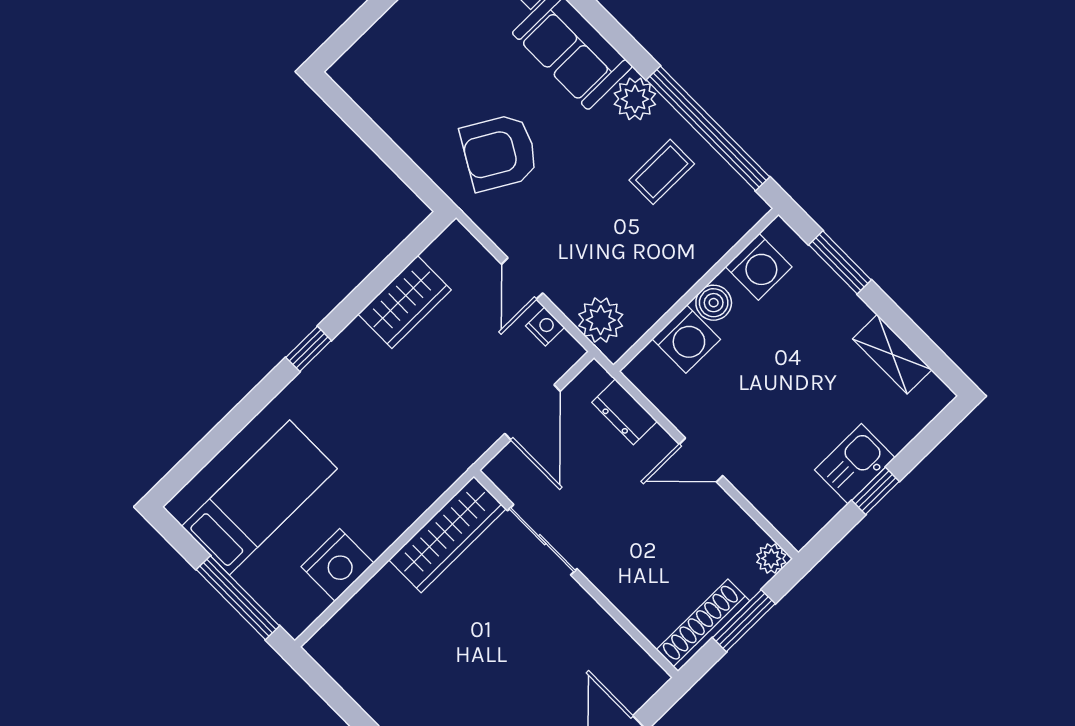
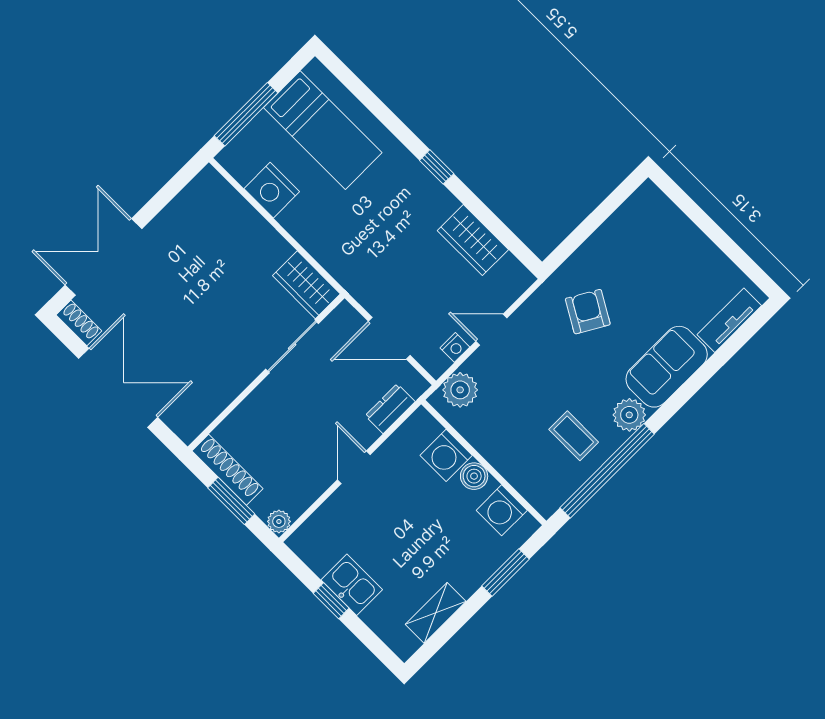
armchair: (499, 152) -> (588, 312), width x0.72, depth x0.72
wardrobe: (447, 534) -> (306, 285), width x0.67

